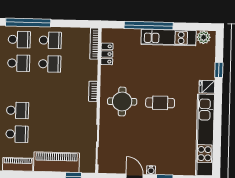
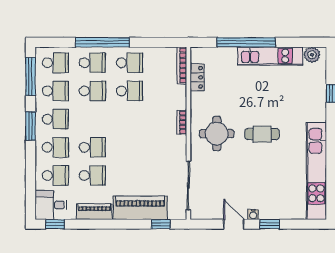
fridge: (207, 87) -> (317, 114), removed

